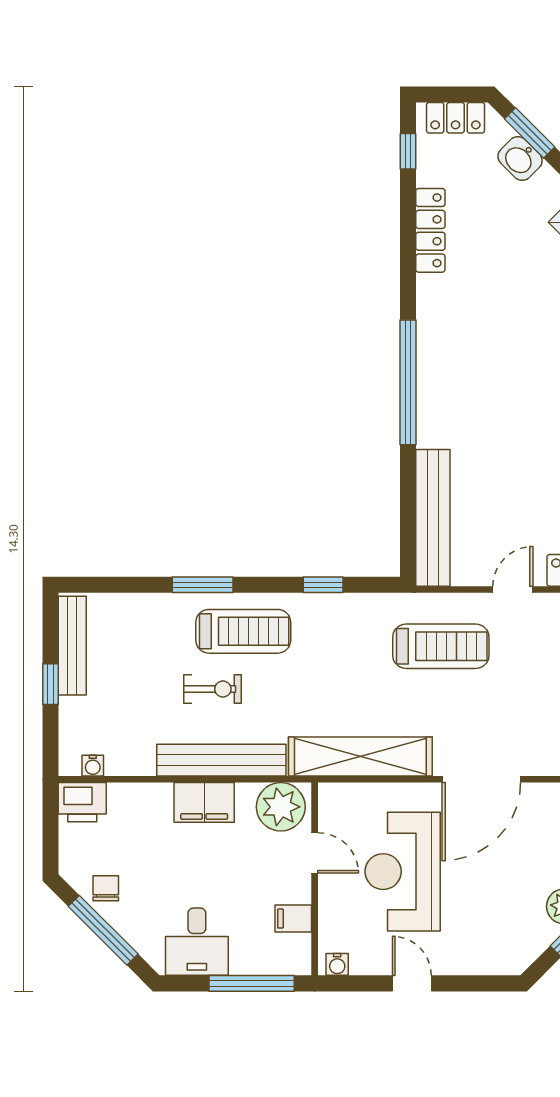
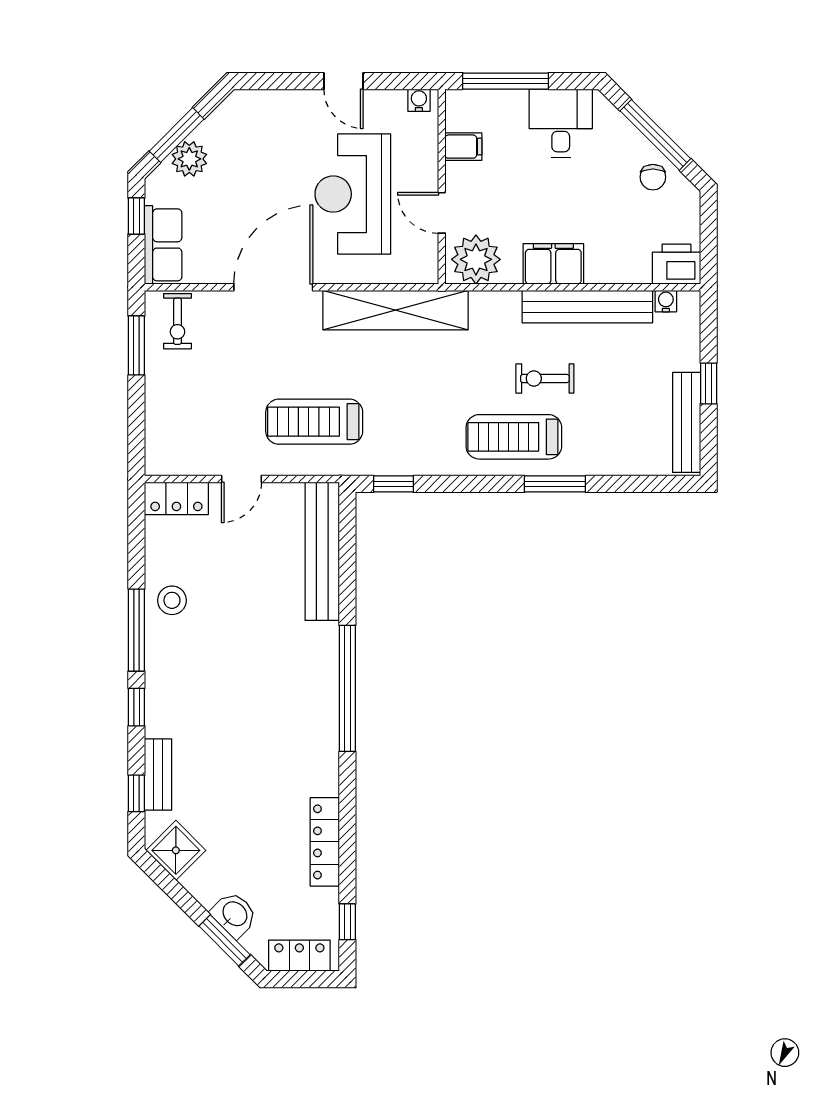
window: (323, 585) -> (393, 484), moved
bench: (221, 760) -> (587, 307), moved
reception desk: (403, 872) -> (353, 194), turned 180

